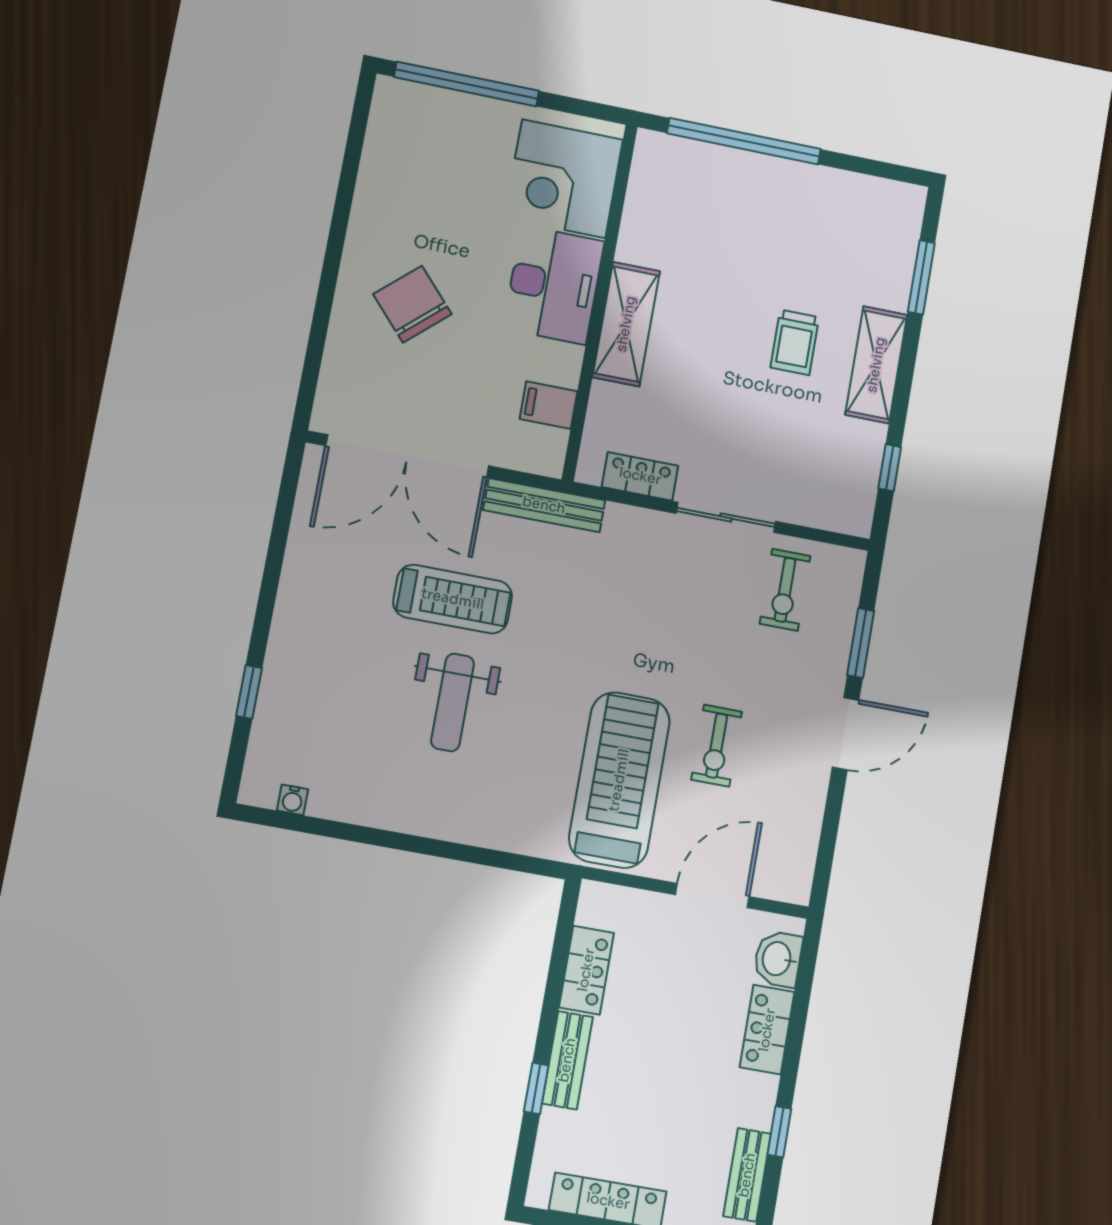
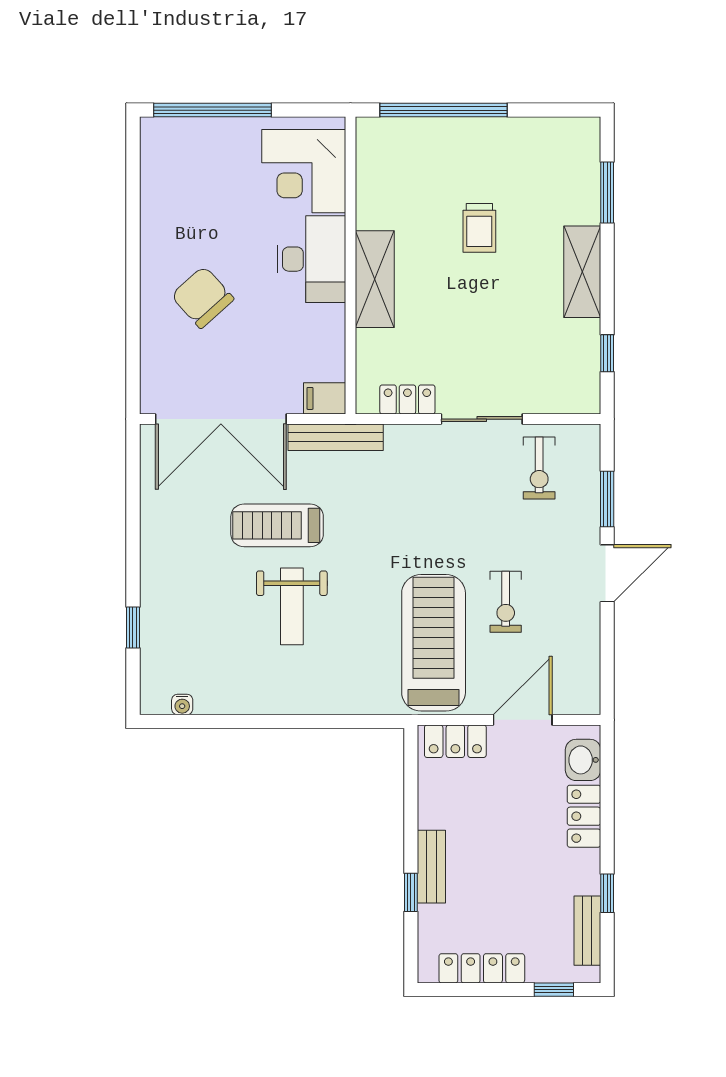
trolley: (795, 342) -> (479, 228), moved
filing cabinet: (549, 405) -> (325, 398), moved
treadmill: (453, 599) -> (277, 525), turned 180
locker: (586, 970) -> (455, 741), moved, turned 90

